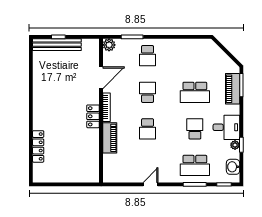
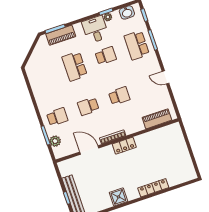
plant: (109, 45) -> (55, 141), moved
shower: (41, 92) -> (118, 197), added
school desk: (195, 92) -> (75, 66), turned 180
school desk: (195, 129) -> (106, 56), turned 180
piano: (110, 138) -> (157, 119), moved
locker: (38, 146) -> (153, 188), moved
school desk: (195, 165) -> (137, 45), turned 180

